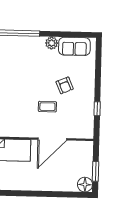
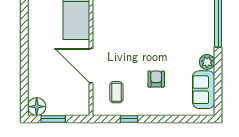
armchair: (65, 85) -> (156, 79), turned 113
coffee table: (47, 107) -> (116, 92), moved

